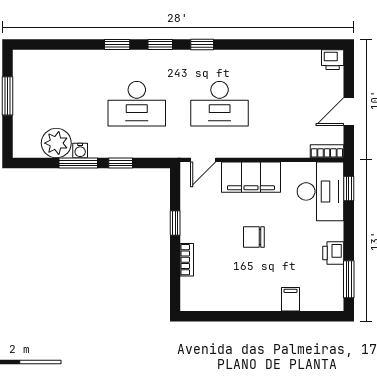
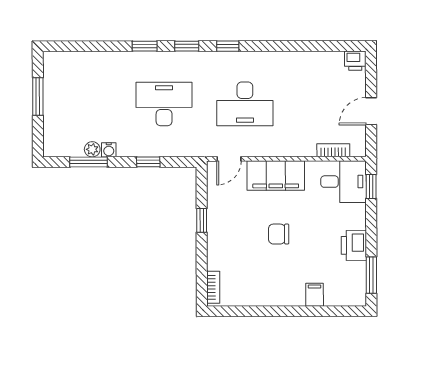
desk: (137, 104) -> (164, 104), turned 180
plant: (56, 143) -> (92, 149), width x0.53, depth x0.53
bookcase: (327, 151) -> (333, 150), moved
window: (78, 163) -> (89, 162), moved
desk: (320, 191) -> (344, 182), width x0.73
printer: (333, 253) -> (354, 245), width x1.36, depth x1.24
bookcase: (187, 260) -> (213, 287), moved

